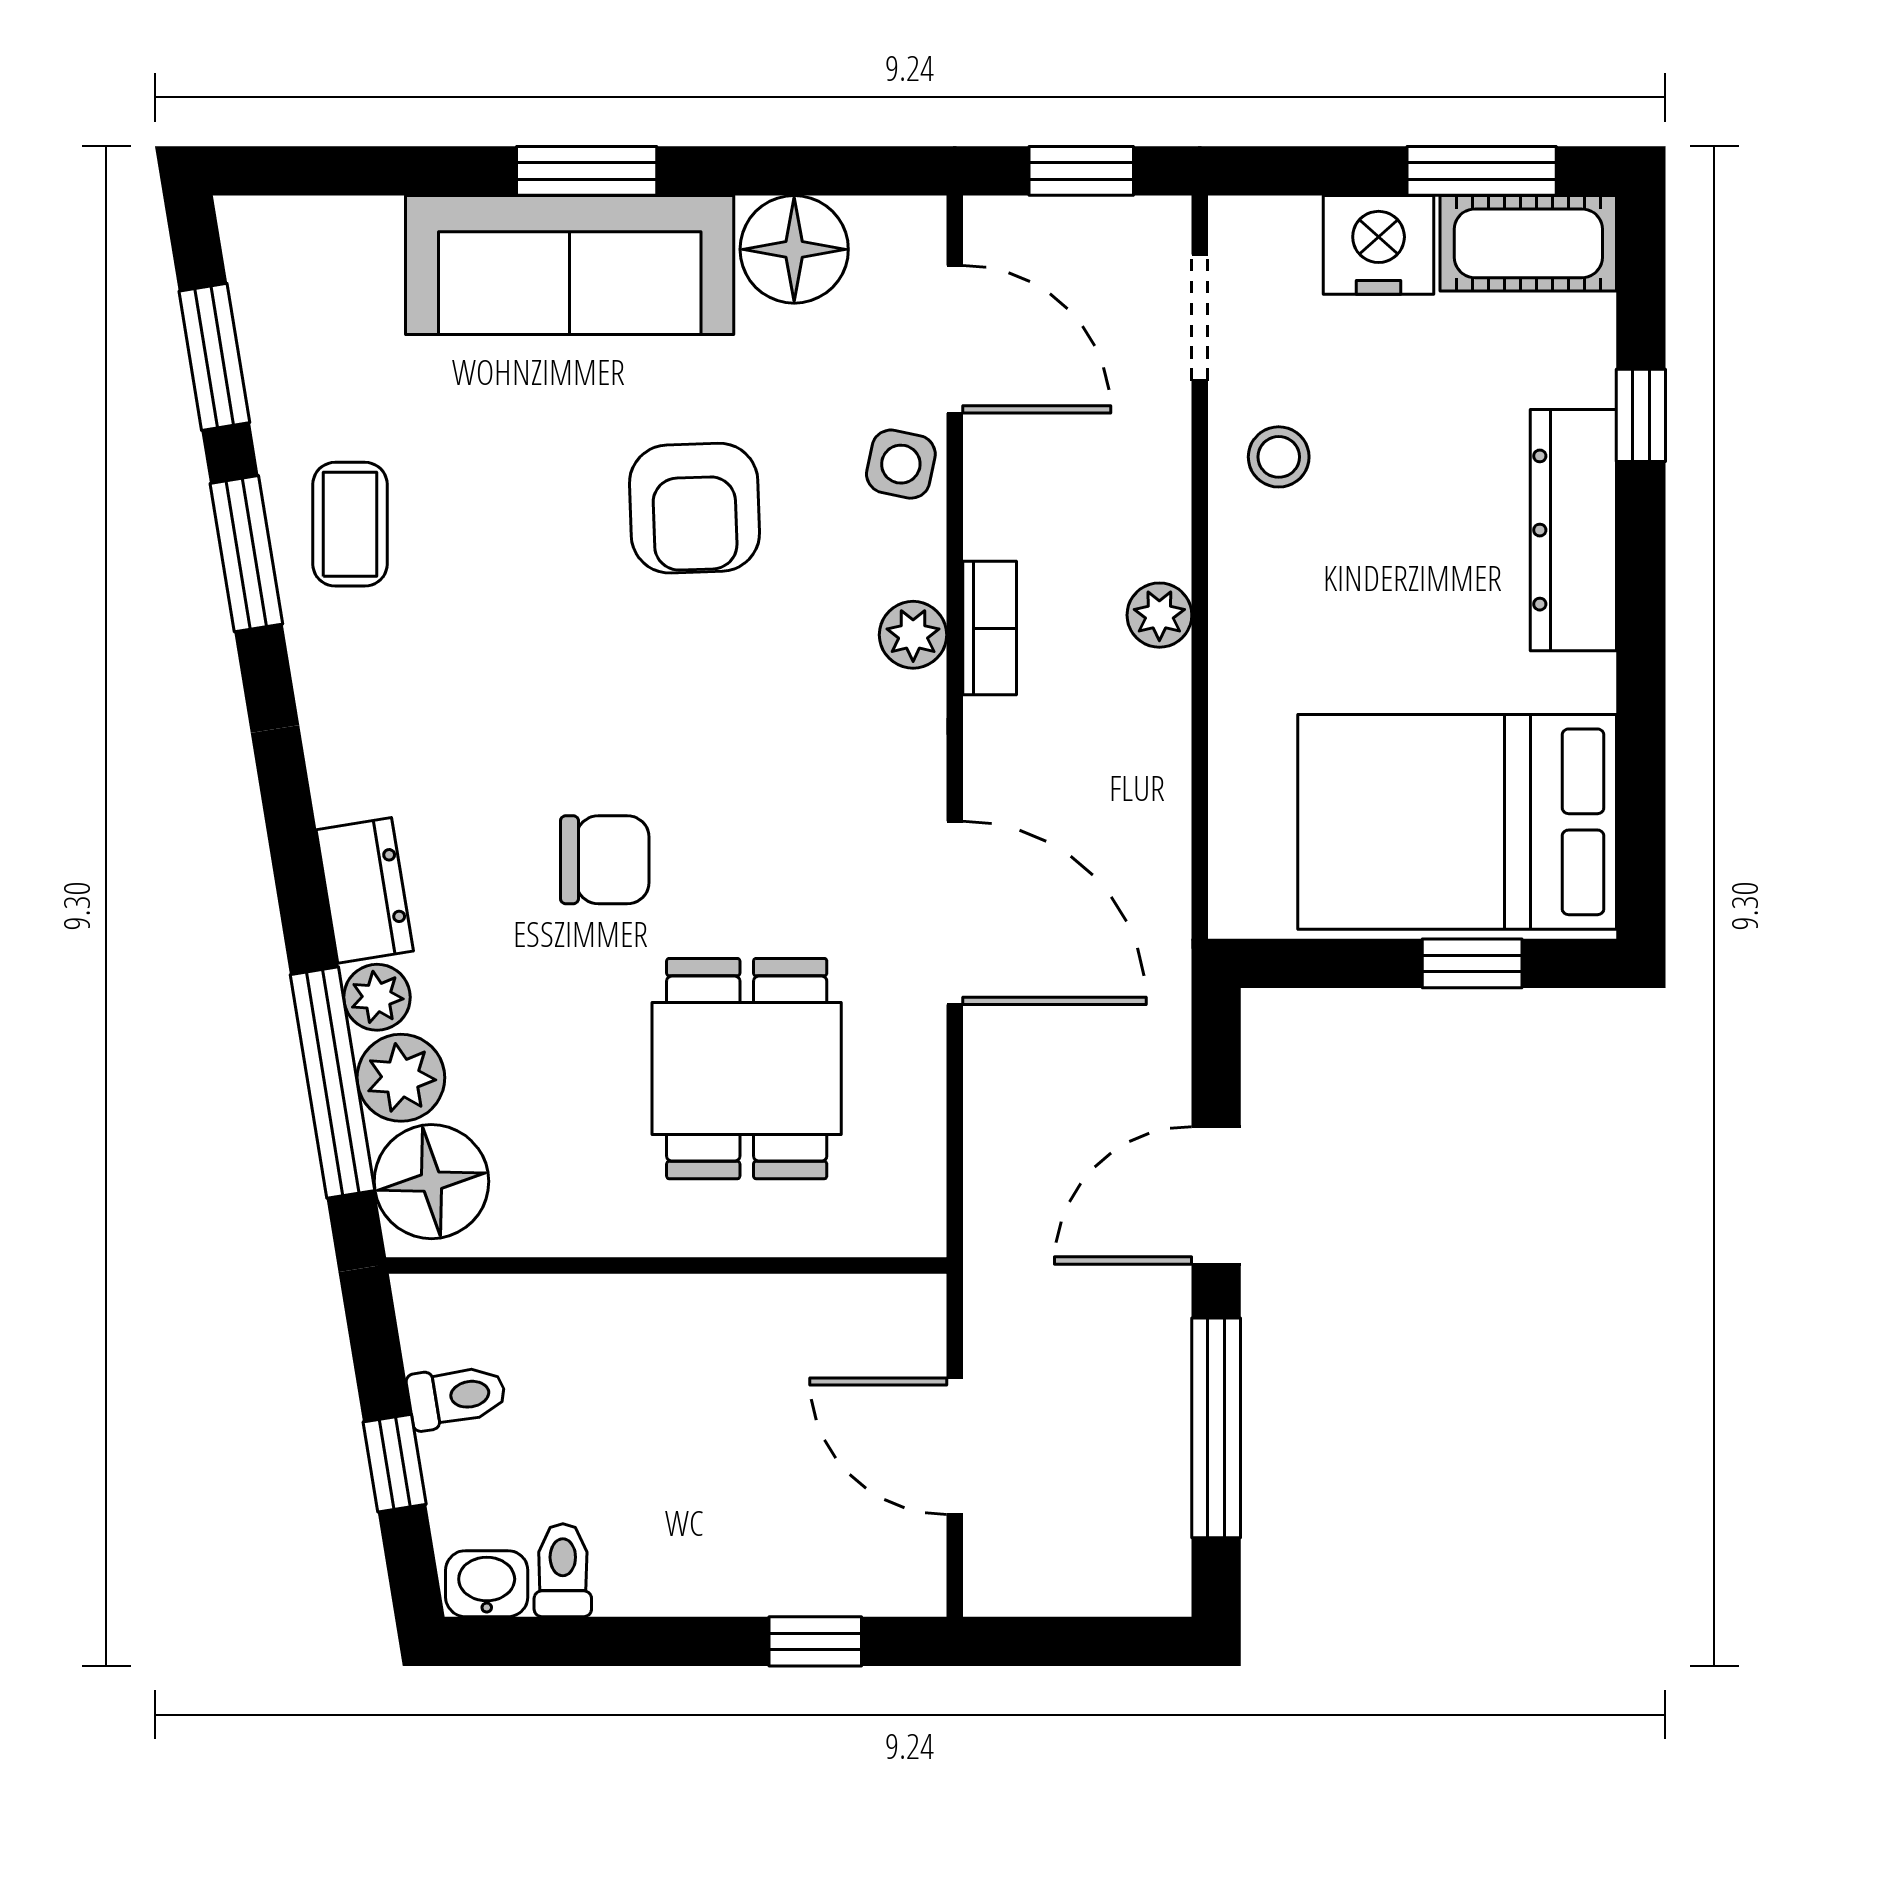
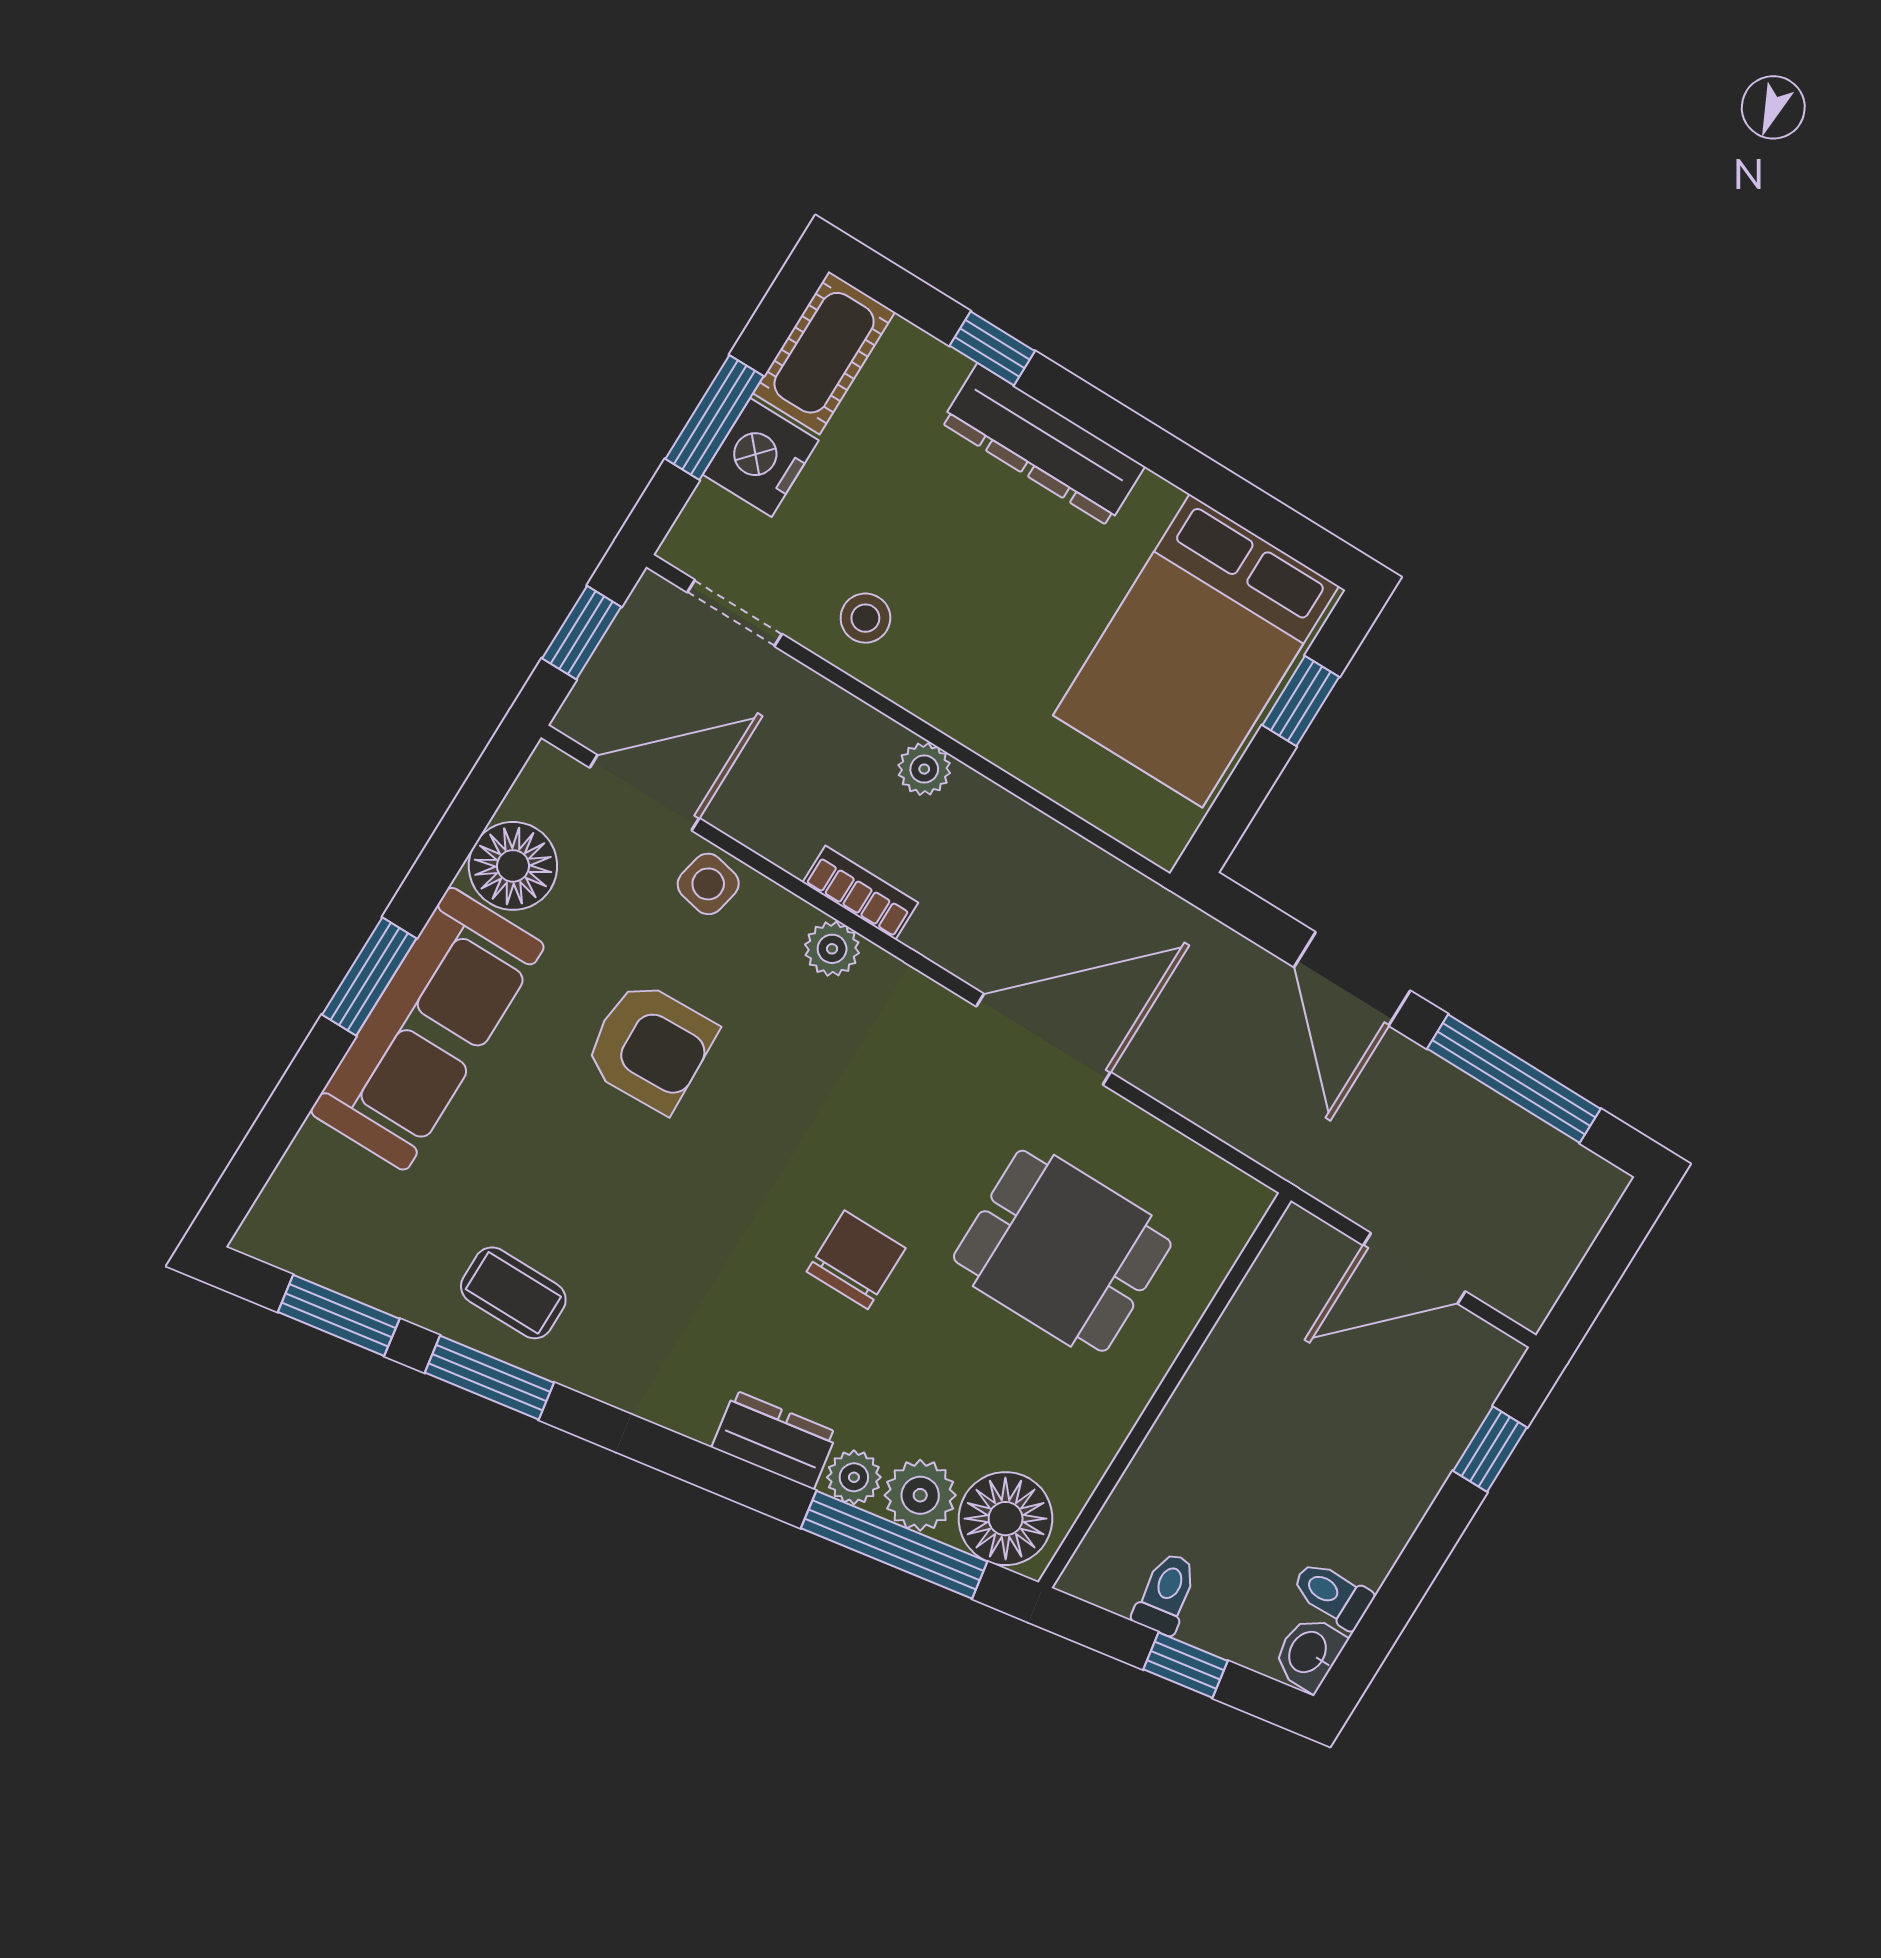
window: (1482, 171) -> (714, 418), moved

